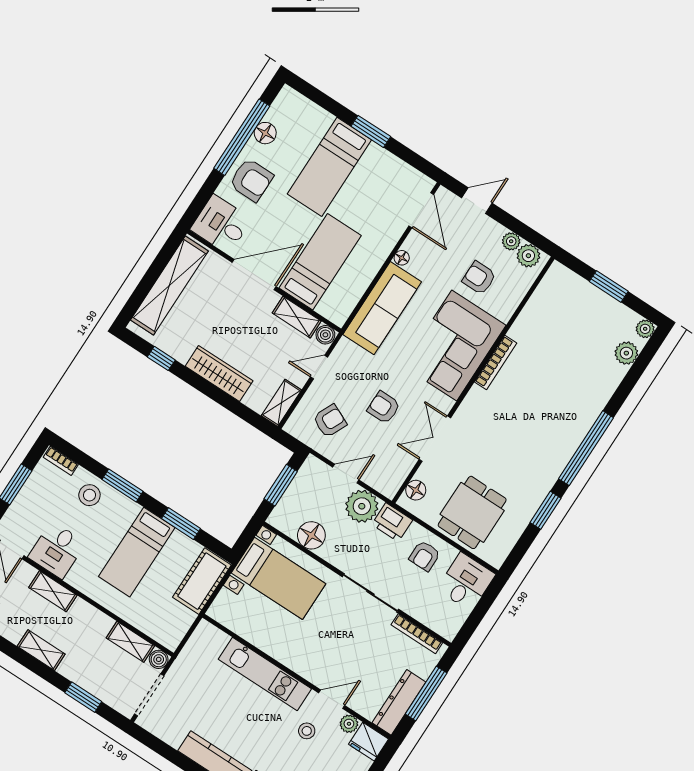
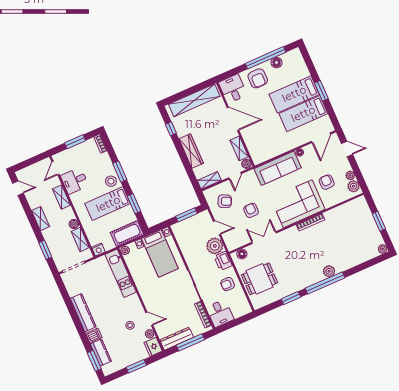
bed: (320, 262) -> (303, 114), moved, turned 180
plant: (626, 353) -> (329, 271), moved
door: (319, 367) -> (235, 176), swing flipped
stool: (89, 495) -> (111, 181), moved
floor lamp: (311, 535) -> (186, 244), removed
desk: (466, 582) -> (220, 313), moved, turned 90
plant: (217, 611) -> (125, 250), added
nightstand: (171, 639) -> (98, 249), added
boiler: (159, 659) -> (74, 224), moved
kitchen unit: (265, 674) -> (121, 273), moved

